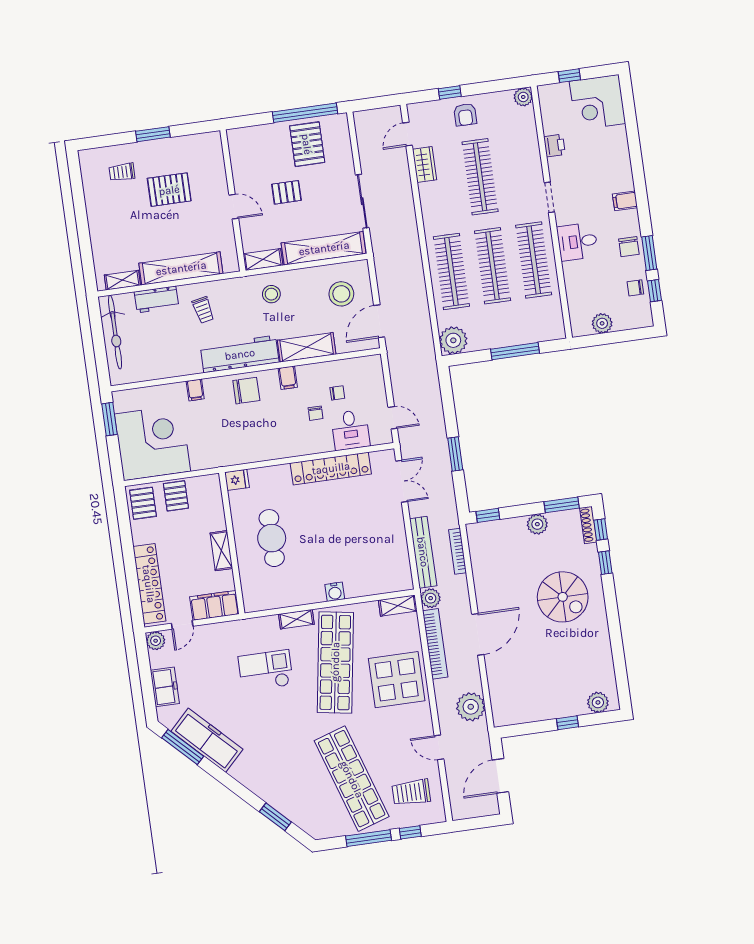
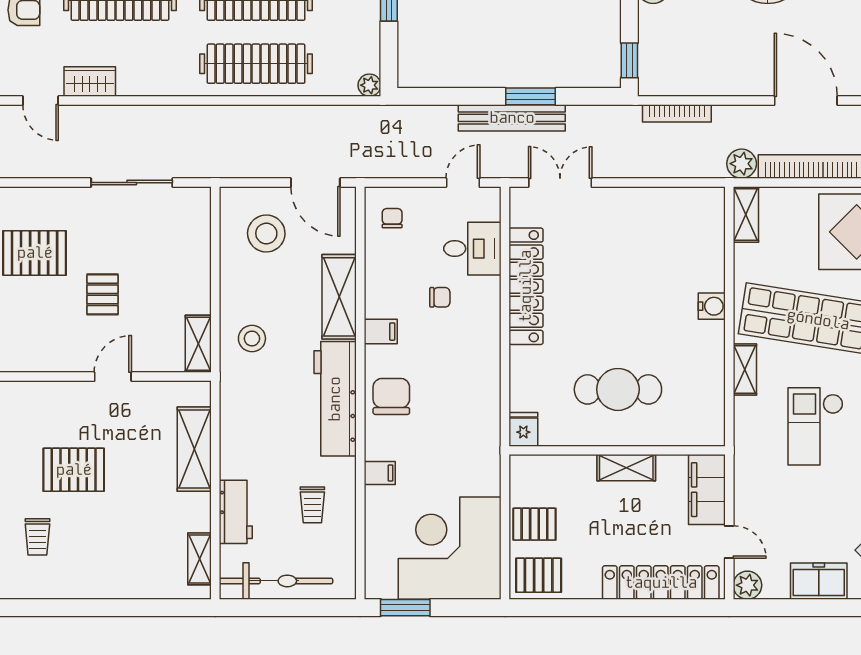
pallet: (169, 190) -> (74, 470), turned 90
shelving: (324, 248) -> (194, 251), removed
shelving: (181, 268) -> (194, 449), width x0.68
trolley: (203, 310) -> (312, 505), moved, turned 102
plant: (453, 340) -> (369, 85), width x0.53, depth x0.53
chair: (337, 393) -> (392, 218), moved
bench: (423, 552) -> (512, 118), moved

